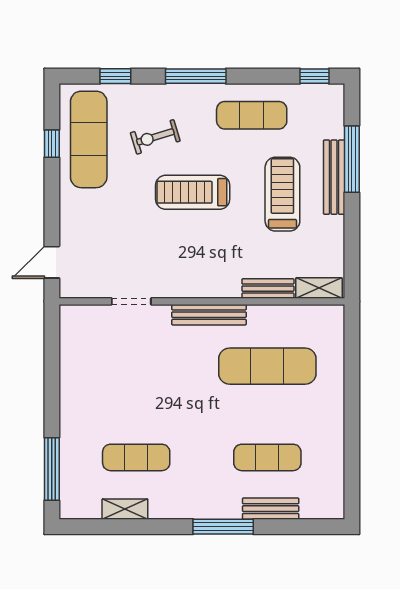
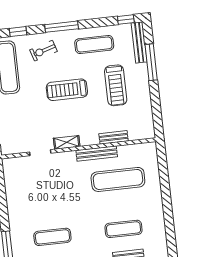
exercise bike: (155, 137) -> (43, 51), moved
bench: (334, 177) -> (139, 42), moved
treadmill: (282, 194) -> (116, 85), turned 180
shelving: (319, 288) -> (67, 142), moved
bench: (209, 315) -> (97, 154), moved

